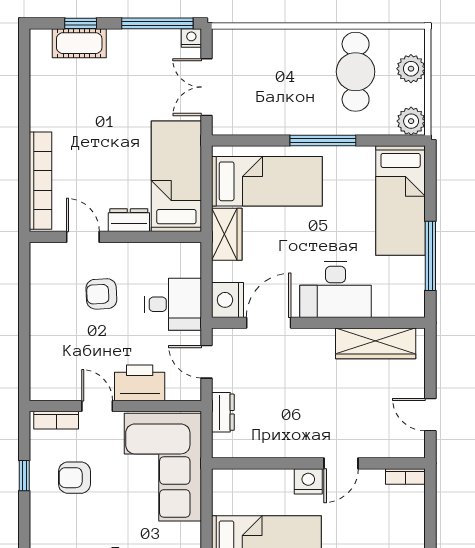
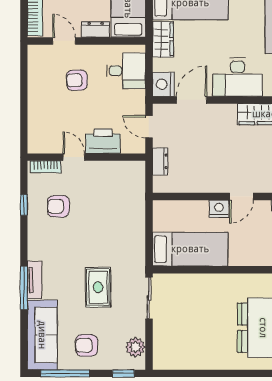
desk: (173, 304) -> (126, 71), moved
corner sofa: (163, 467) -> (119, 199), removed

